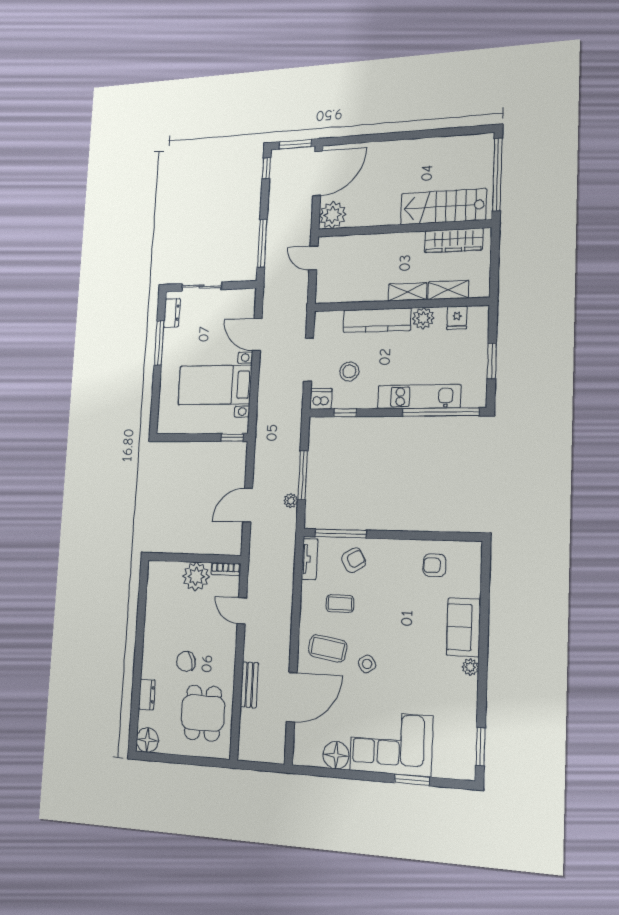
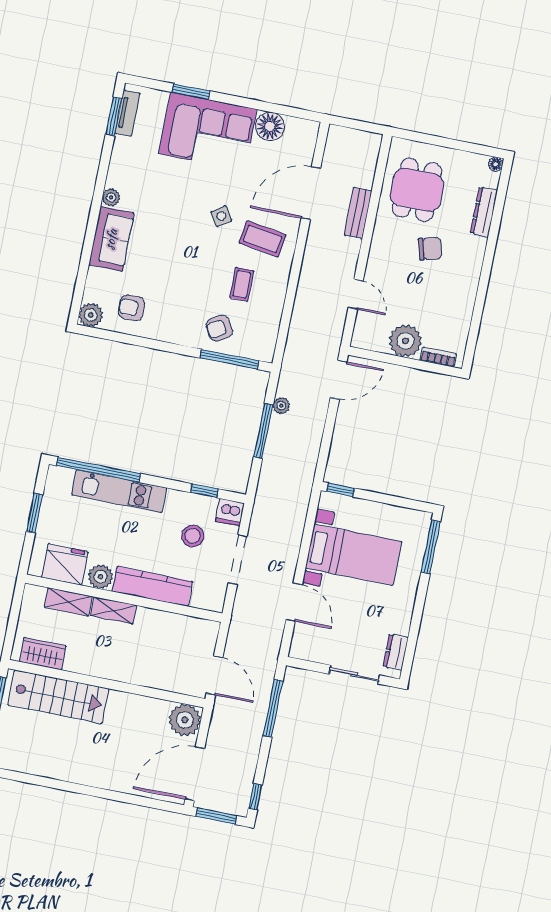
wardrobe: (454, 240) -> (43, 654), width x0.67
door: (314, 258) -> (215, 675), width x1.37
fridge: (457, 318) -> (65, 564), width x1.88, depth x1.34
window: (159, 343) -> (431, 547), moved
door: (248, 505) -> (339, 380), moved
plant: (471, 552) -> (91, 315), added
tv unit: (310, 559) -> (127, 113), moved, turned 180
armchair: (435, 565) -> (131, 308), turned 180
bookcase: (225, 569) -> (438, 357), moved
coffee table: (340, 604) -> (242, 284), turned 90
dresser: (147, 695) -> (484, 212), width x1.44
floor lamp: (147, 740) -> (496, 164), width x0.53, depth x0.53

